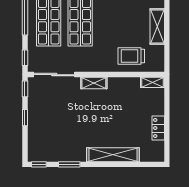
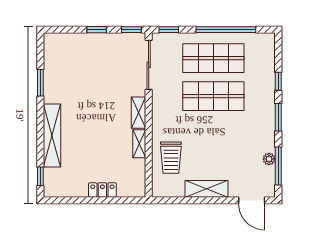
trolley: (131, 56) -> (171, 158), turned 180
shelving: (153, 82) -> (139, 144), moved
locker: (158, 128) -> (102, 190), moved
window: (39, 164) -> (40, 176), moved

